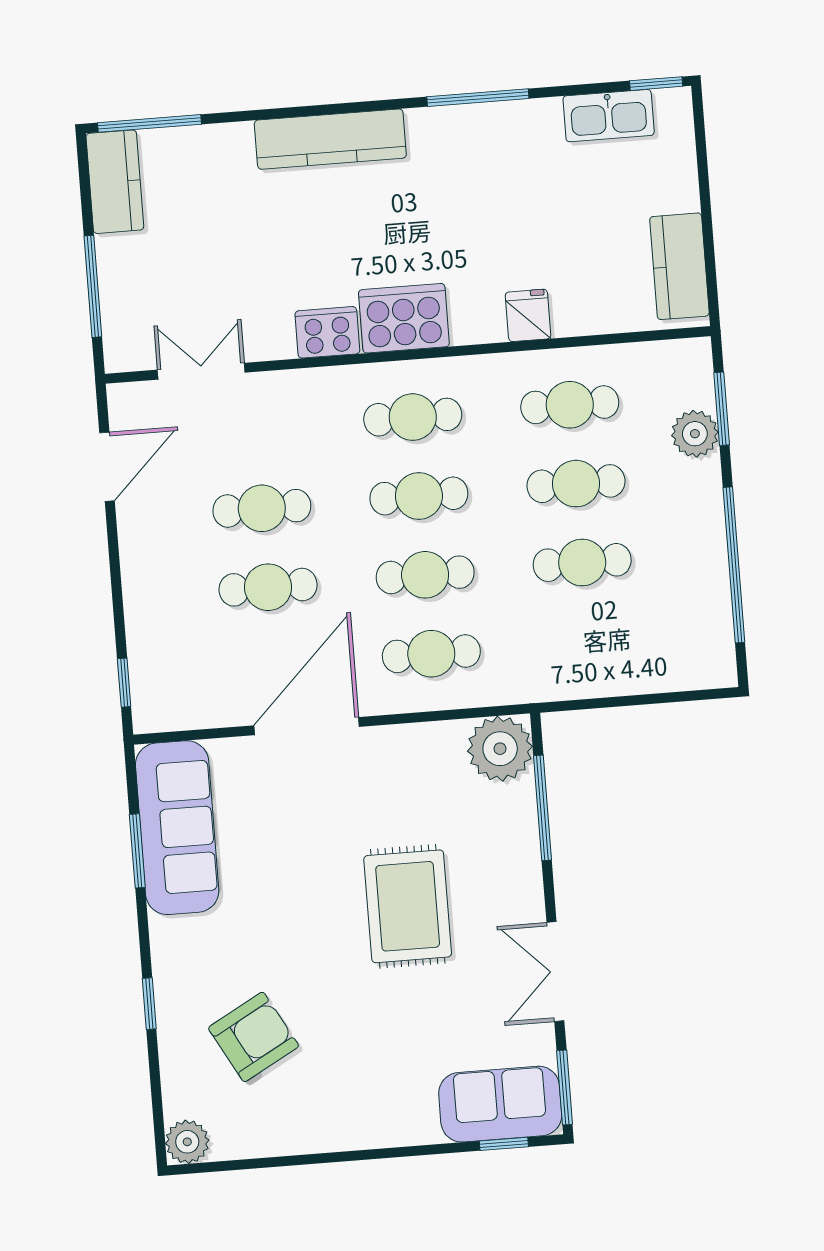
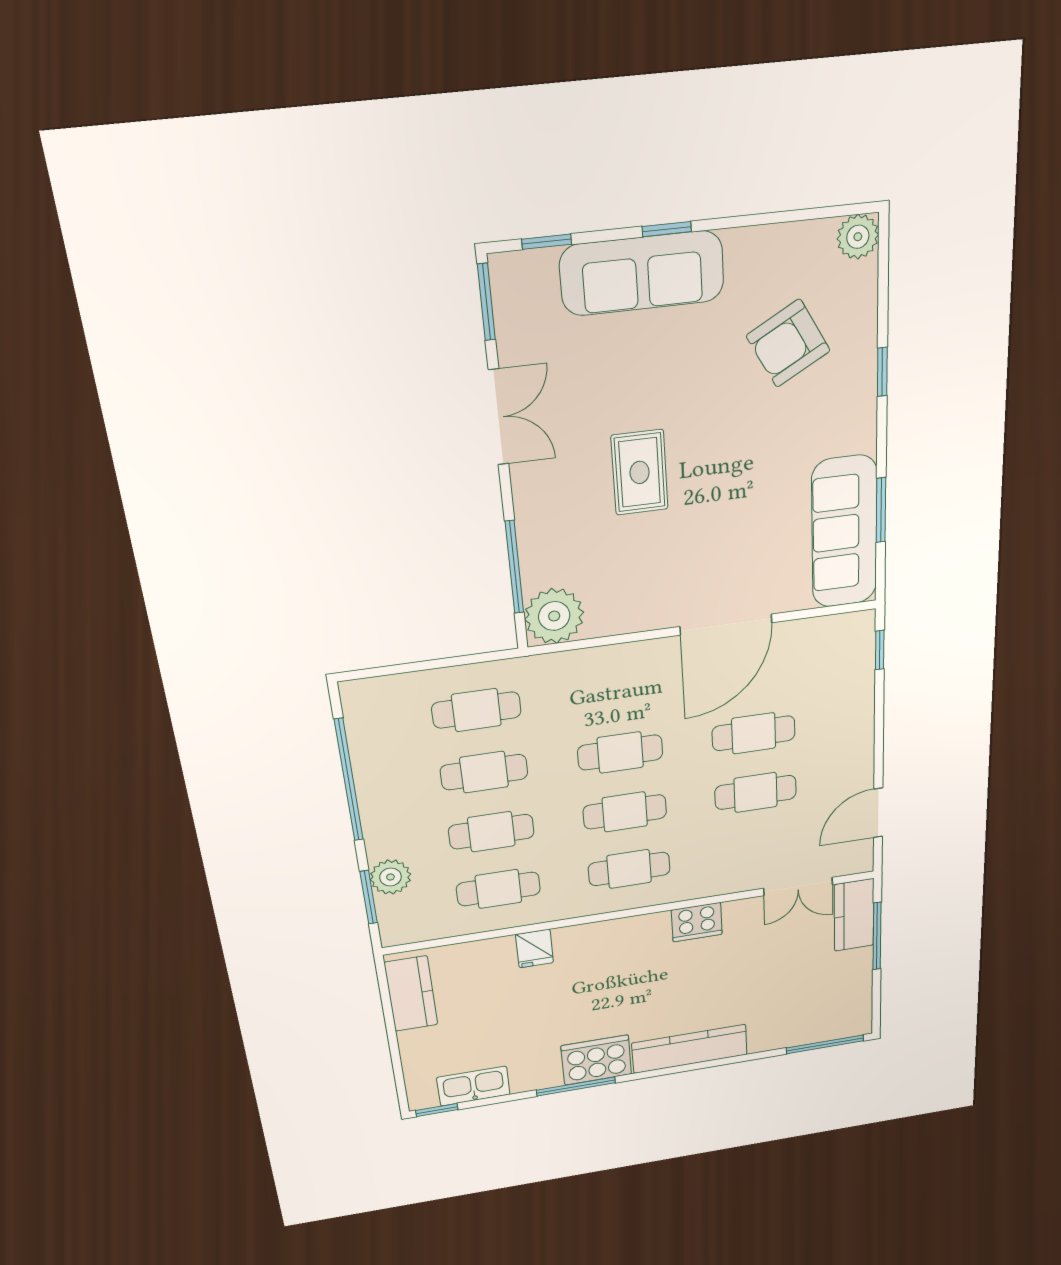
kitchen counter: (115, 182) -> (854, 915), moved
cooker: (404, 318) -> (596, 1060), moved, turned 180
cafe table: (431, 654) -> (476, 710), moved
rug: (408, 906) -> (640, 472), width x0.73, depth x0.70
sofa: (500, 1104) -> (642, 273), moved, width x1.36
window: (384, 1153) -> (667, 229), added

